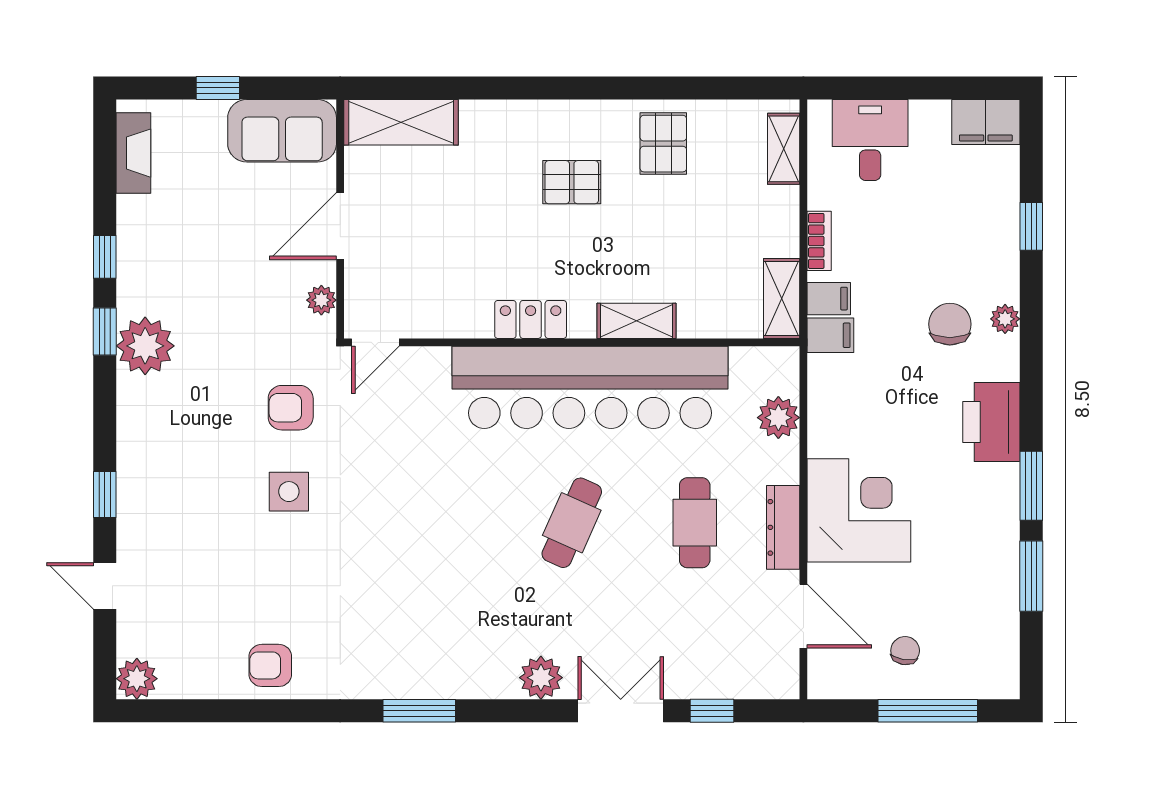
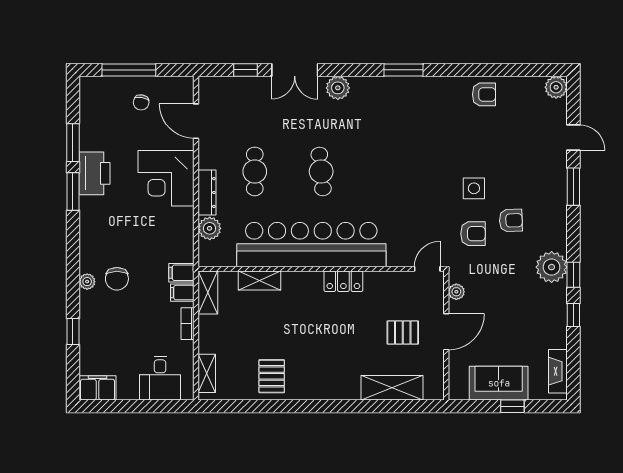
shelving: (401, 122) -> (392, 388), moved
sofa: (282, 131) -> (499, 383), moved
pallet: (572, 182) -> (403, 333), moved
shelving: (636, 321) -> (260, 280), moved
printer: (991, 422) -> (95, 173), moved
armchair: (221, 432) -> (511, 220), added
window: (105, 495) -> (573, 187), width x1.50
cafe table: (572, 523) -> (321, 171), turned -30
dresser: (783, 527) -> (207, 193), moved

